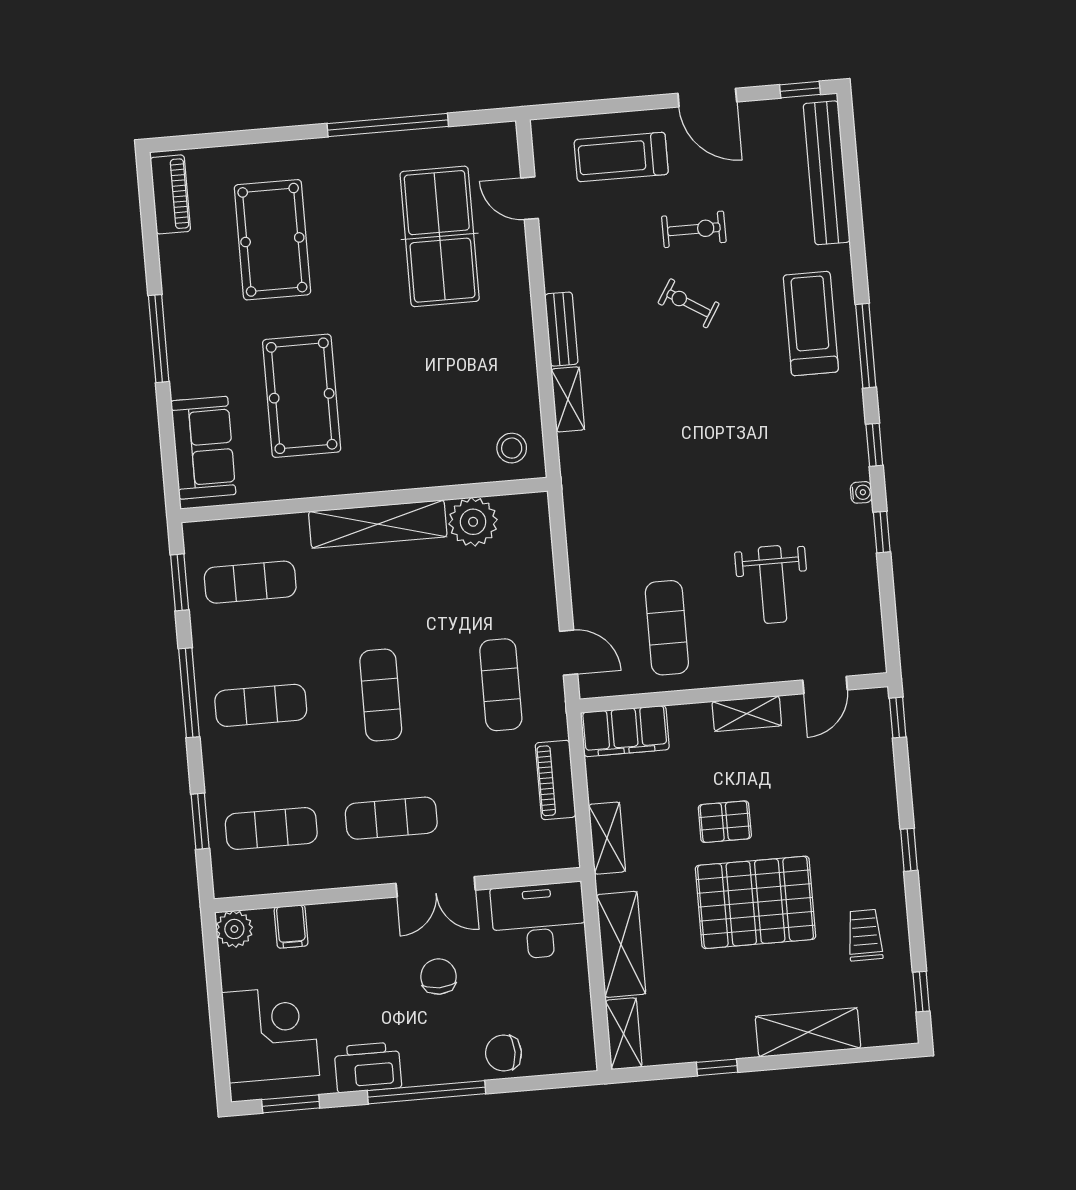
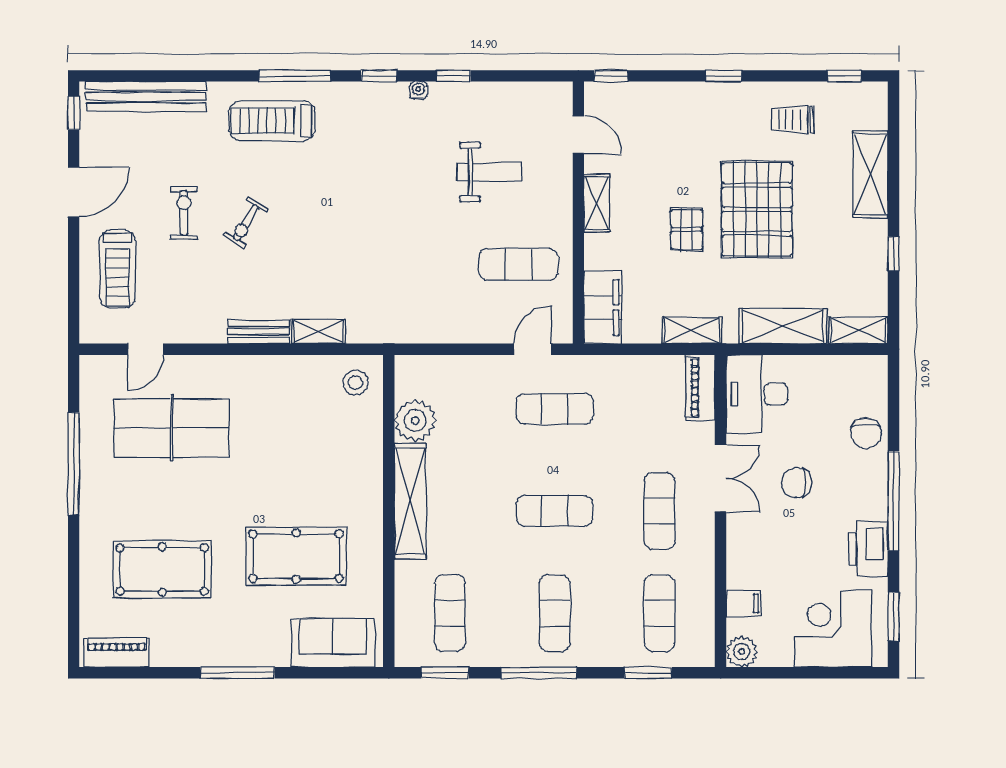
piano: (556, 780) -> (700, 388), moved, turned 90

